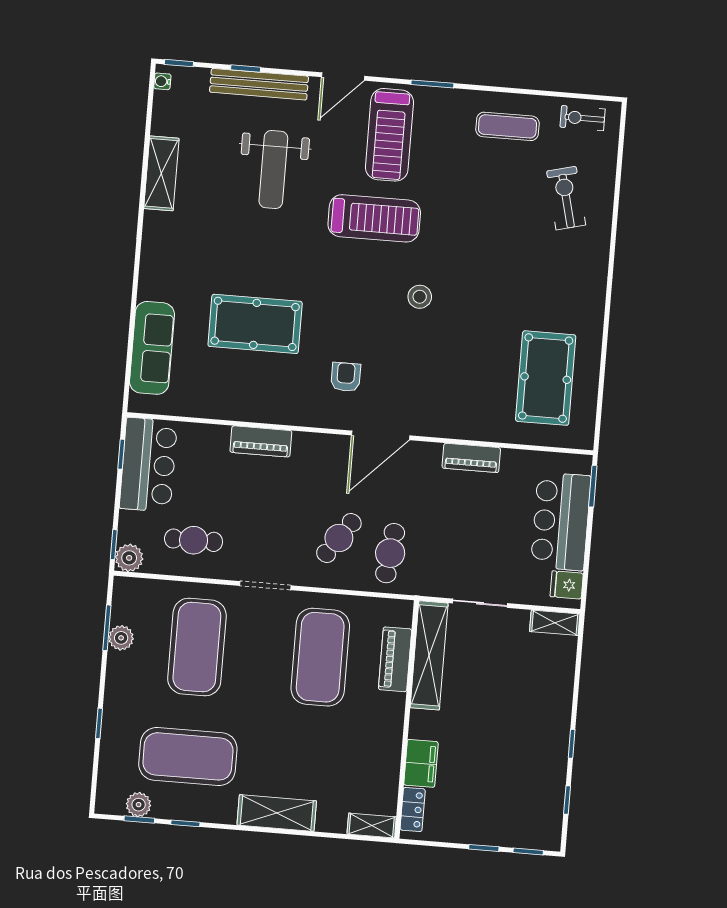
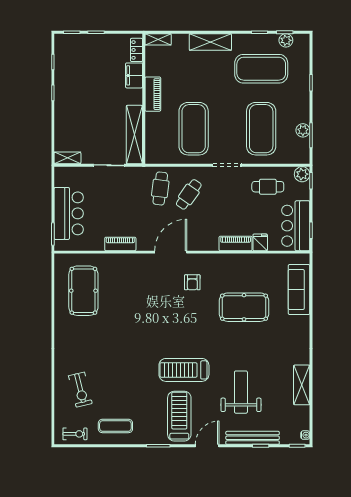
stool: (420, 297) -> (156, 329), removed
fridge: (567, 585) -> (260, 242), moved, turned -90
piano: (395, 659) -> (153, 94), moved

